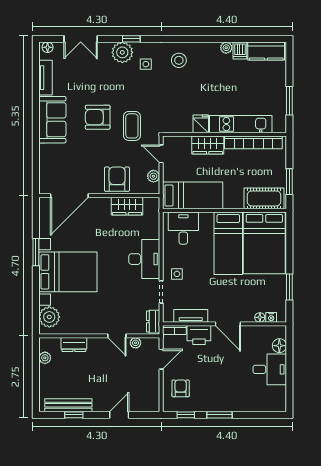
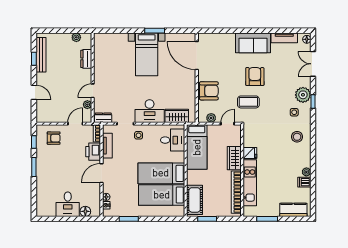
kitchen counter: (266, 51) -> (293, 210), moved, turned 90
wardrobe: (127, 206) -> (177, 116), moved, turned 90
bed: (264, 243) -> (162, 195), width x0.67
bed with nightstands: (68, 272) -> (147, 54), width x0.73
plant: (49, 317) -> (107, 41), removed
door: (161, 359) -> (75, 124), swing flipped

